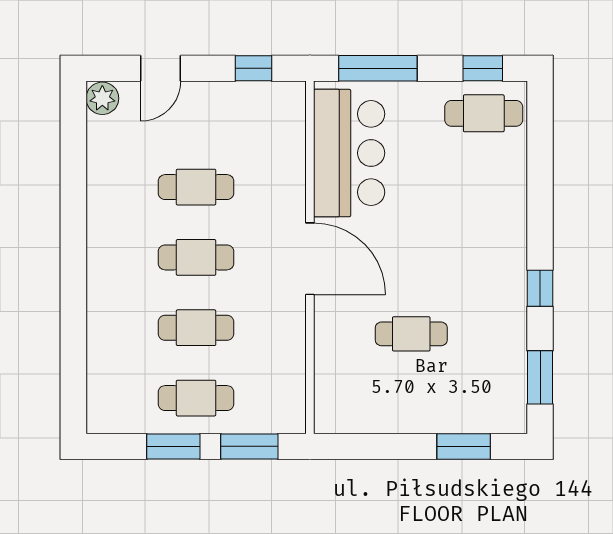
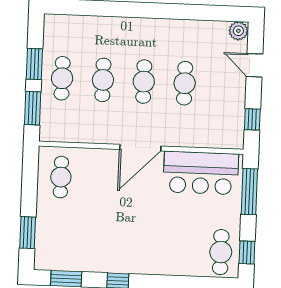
cafe table: (411, 334) -> (61, 177), moved

